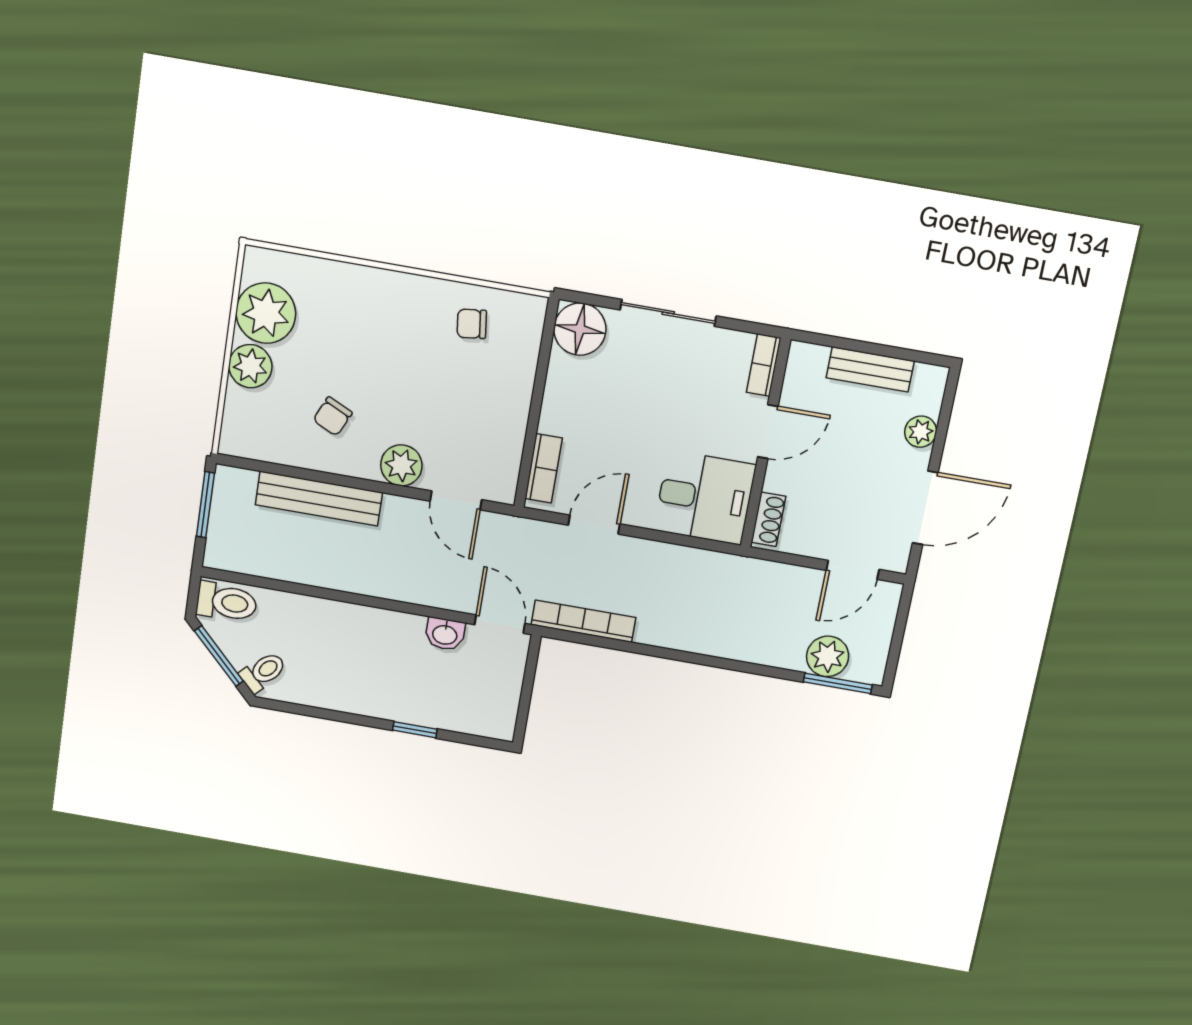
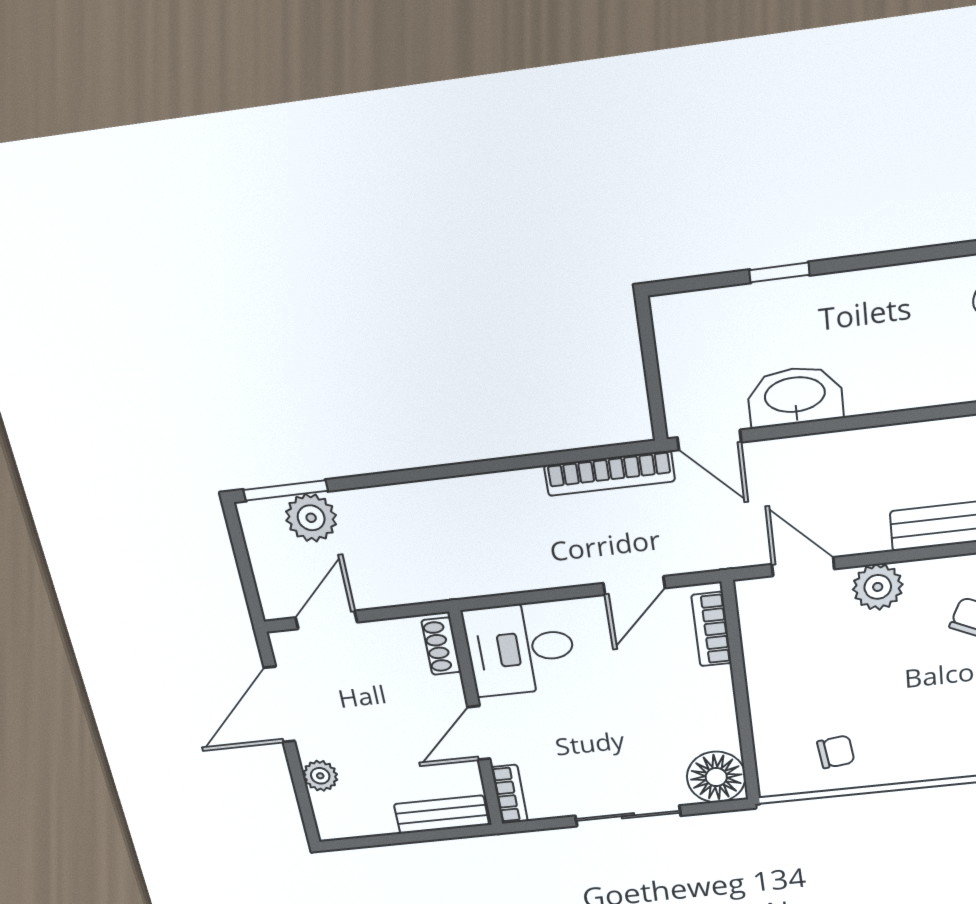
bench: (870, 369) -> (442, 815), moved
washbasin: (445, 634) -> (795, 396), width x1.91, depth x1.45

